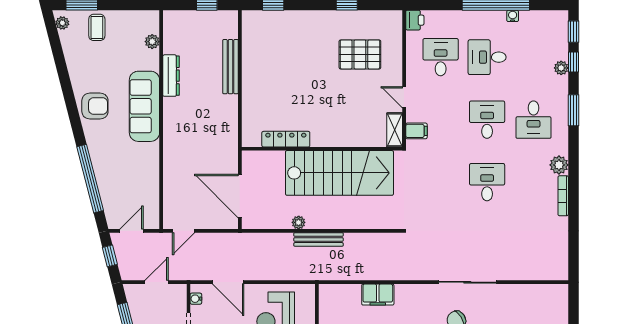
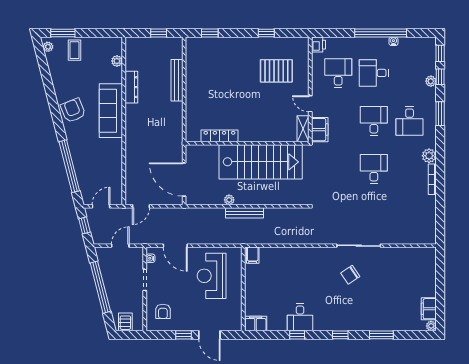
armchair: (95, 106) -> (73, 110), turned -112
filing cabinet: (416, 131) -> (320, 130), width x2.00
filing cabinet: (378, 295) -> (253, 255), moved, width x0.50

